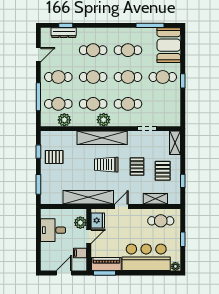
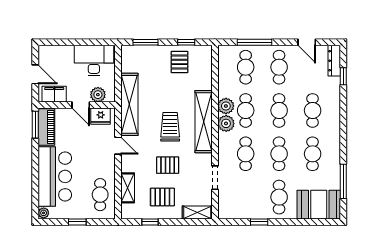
dresser: (64, 33) -> (334, 61), moved
window: (183, 81) -> (259, 222), moved
plant: (64, 120) -> (226, 106), moved
desk: (53, 230) -> (94, 61), width x1.37
filing cabinet: (80, 253) -> (54, 94), width x2.00

